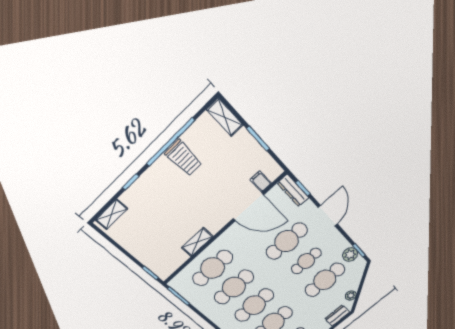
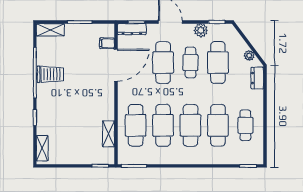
shelving: (197, 242) -> (109, 134), moved
plant: (350, 255) -> (201, 30), moved

